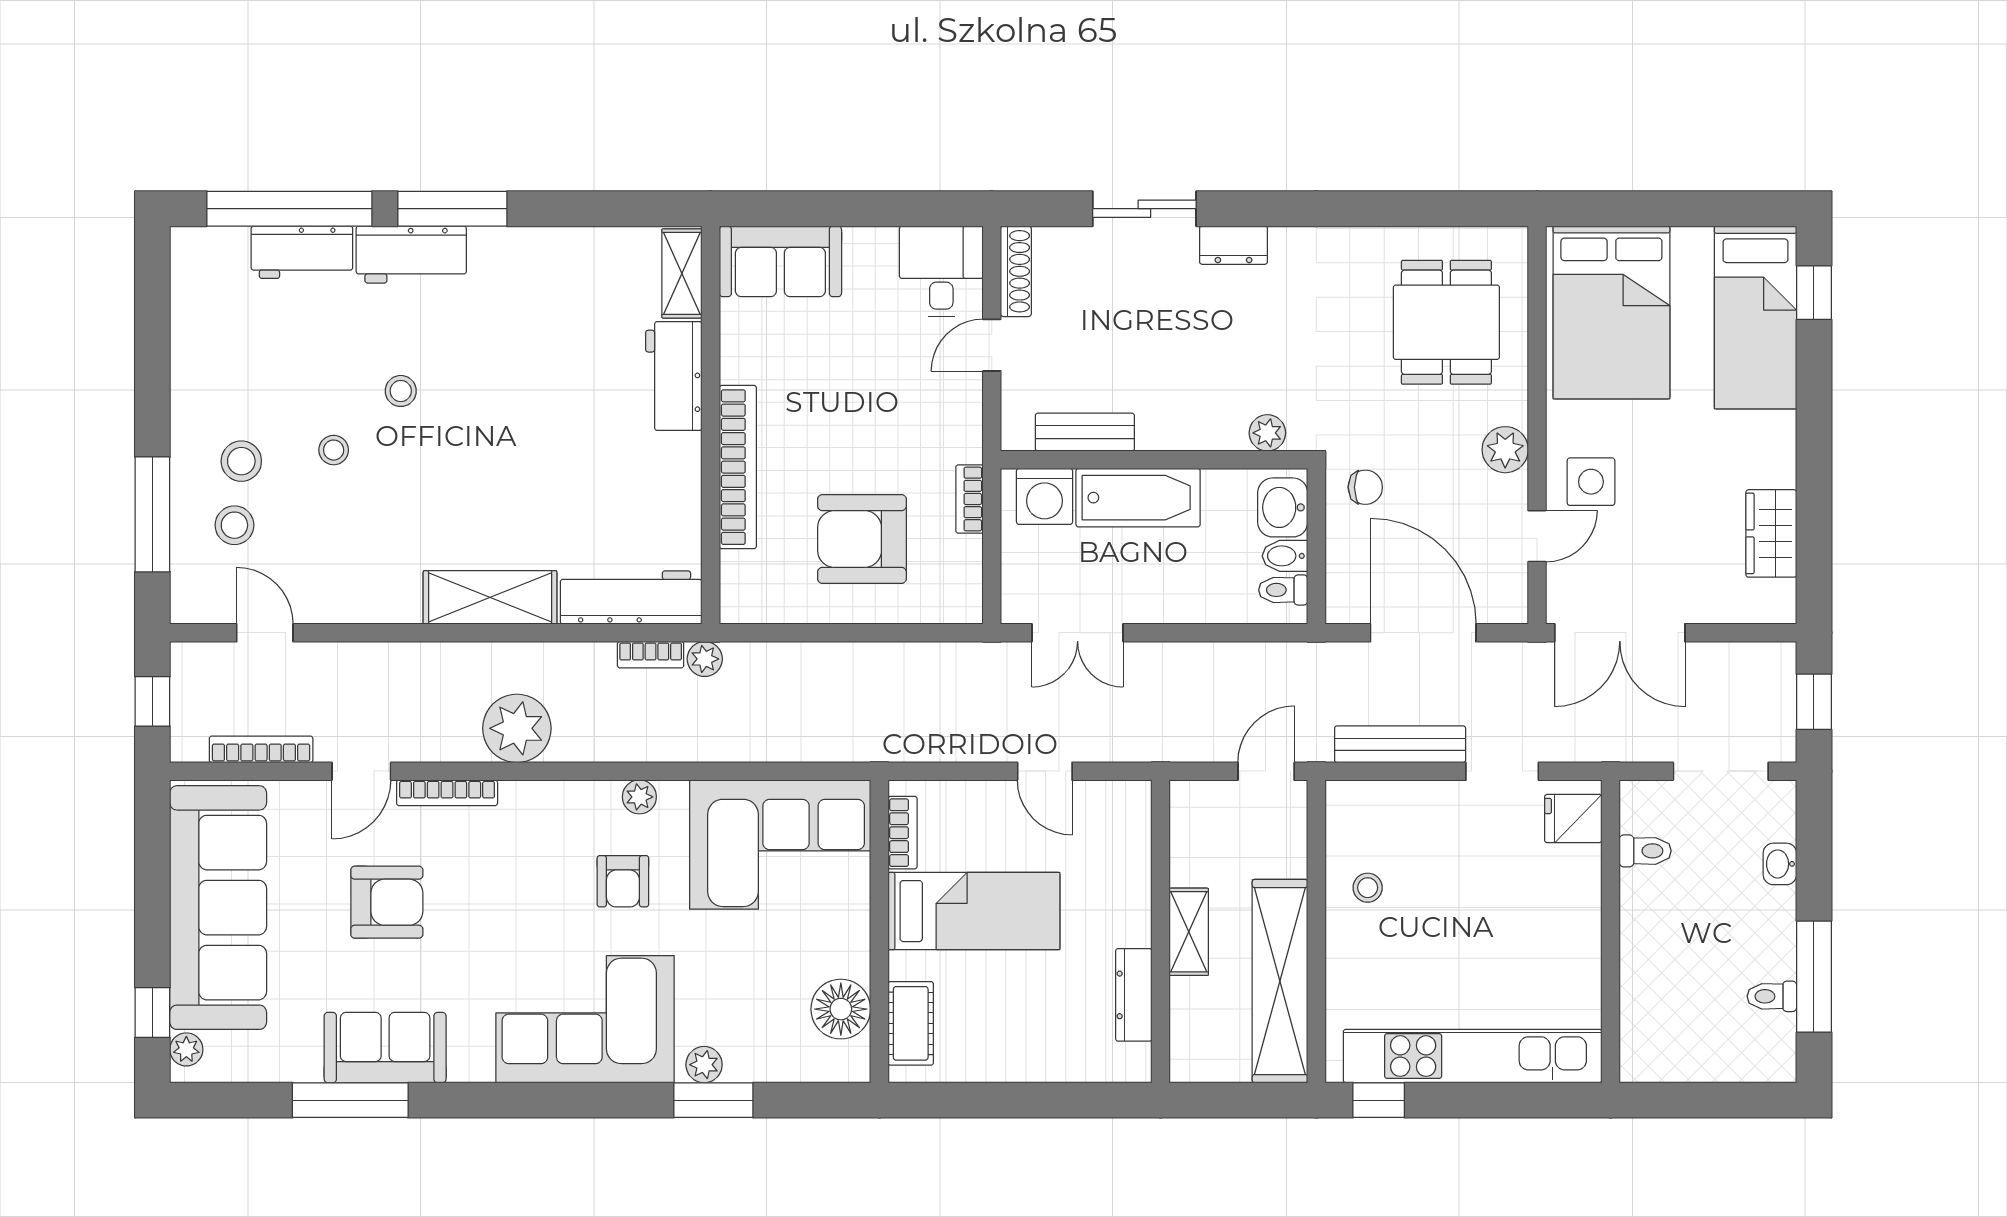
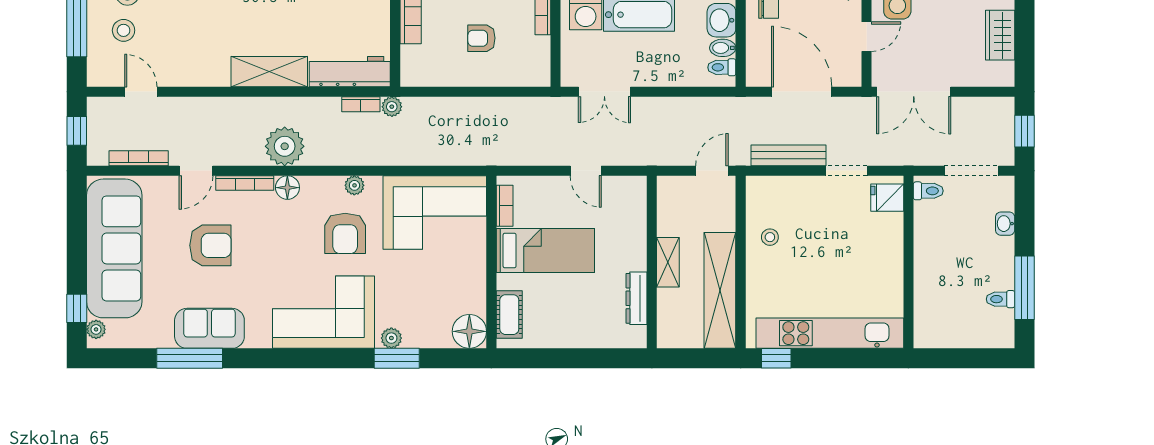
armchair: (862, 539) -> (481, 38), width x0.53, depth x0.53
floor lamp: (522, 801) -> (287, 188), added
toilet: (1645, 851) -> (928, 191), moved
armchair: (623, 881) -> (345, 233), width x1.38, depth x1.38
floor lamp: (841, 1009) -> (469, 331), moved

